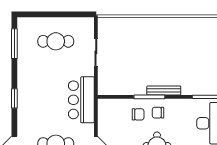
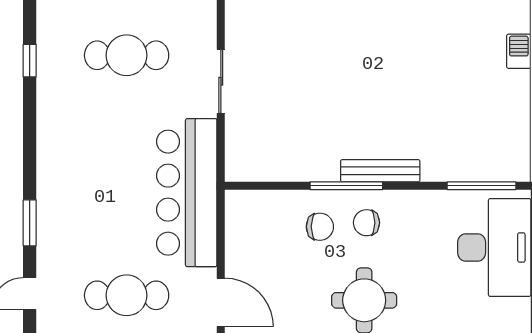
window: (14, 44) -> (30, 61), width x0.46
window: (14, 98) -> (30, 223), moved
bar counter: (81, 100) -> (187, 193), width x1.36

